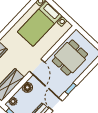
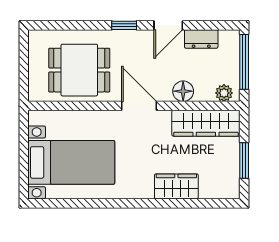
door: (37, 67) -> (139, 106), hinge flipped

